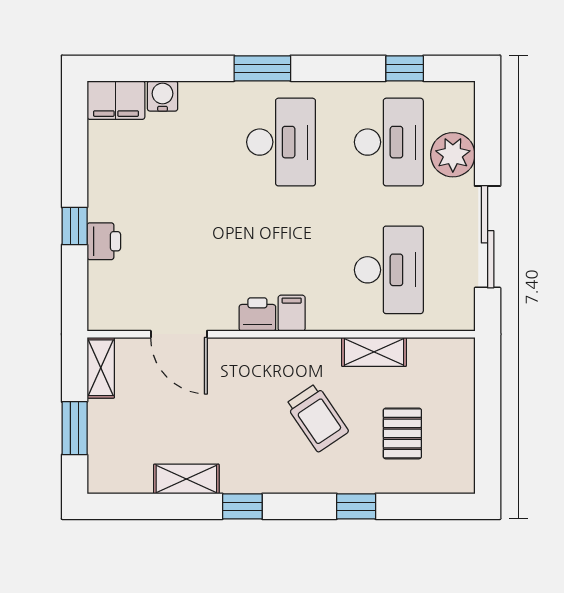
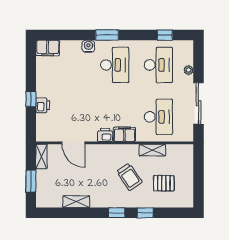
water cooler: (163, 96) -> (88, 46), moved
plant: (453, 155) -> (189, 70), width x0.53, depth x0.53
filing cabinet: (292, 313) -> (124, 134), width x2.00
pallet: (402, 433) -> (164, 183), turned 90
window: (242, 506) -> (117, 213), moved

